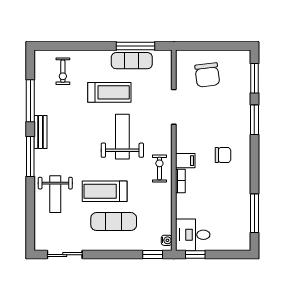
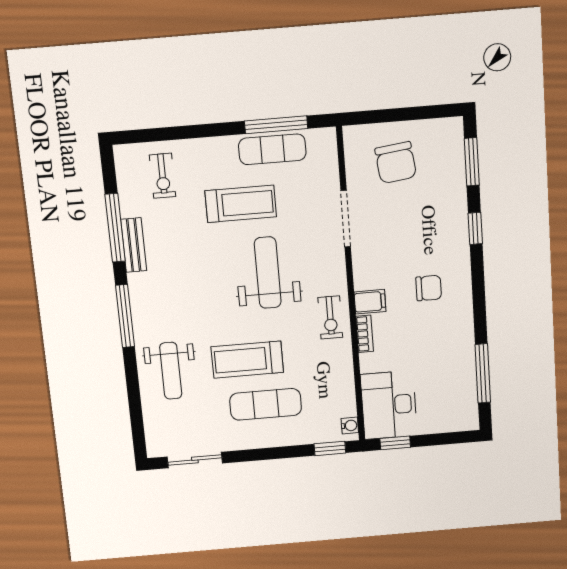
window: (254, 120) -> (475, 229), width x0.67
bench: (41, 132) -> (134, 245), moved
exercise bike: (159, 169) -> (330, 317), turned 180
desk: (193, 235) -> (389, 405), width x1.37

